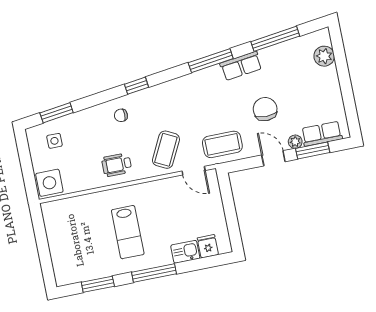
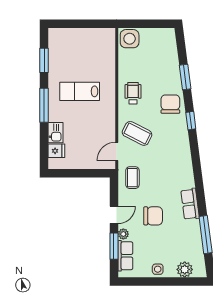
window: (211, 61) -> (199, 182), removed
window: (57, 113) -> (185, 77), moved
chair: (121, 115) -> (170, 104), width x1.87, depth x1.87
side table: (54, 141) -> (158, 269), moved
coffee table: (222, 144) -> (132, 178), width x0.73, depth x0.77

